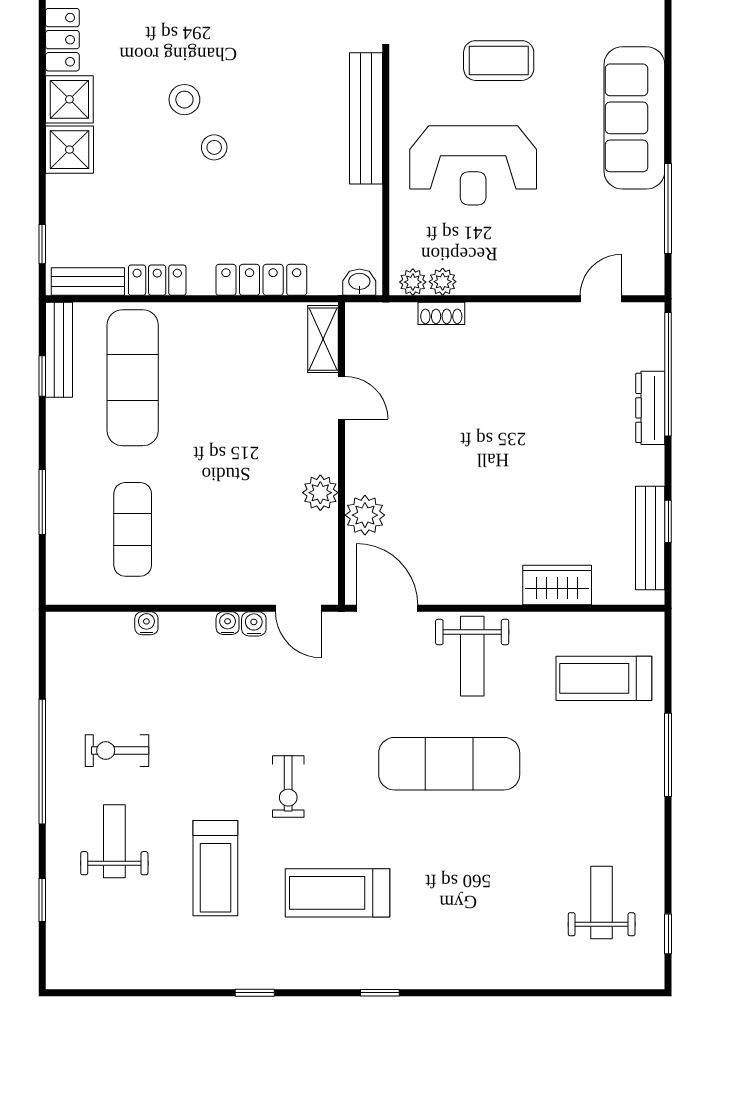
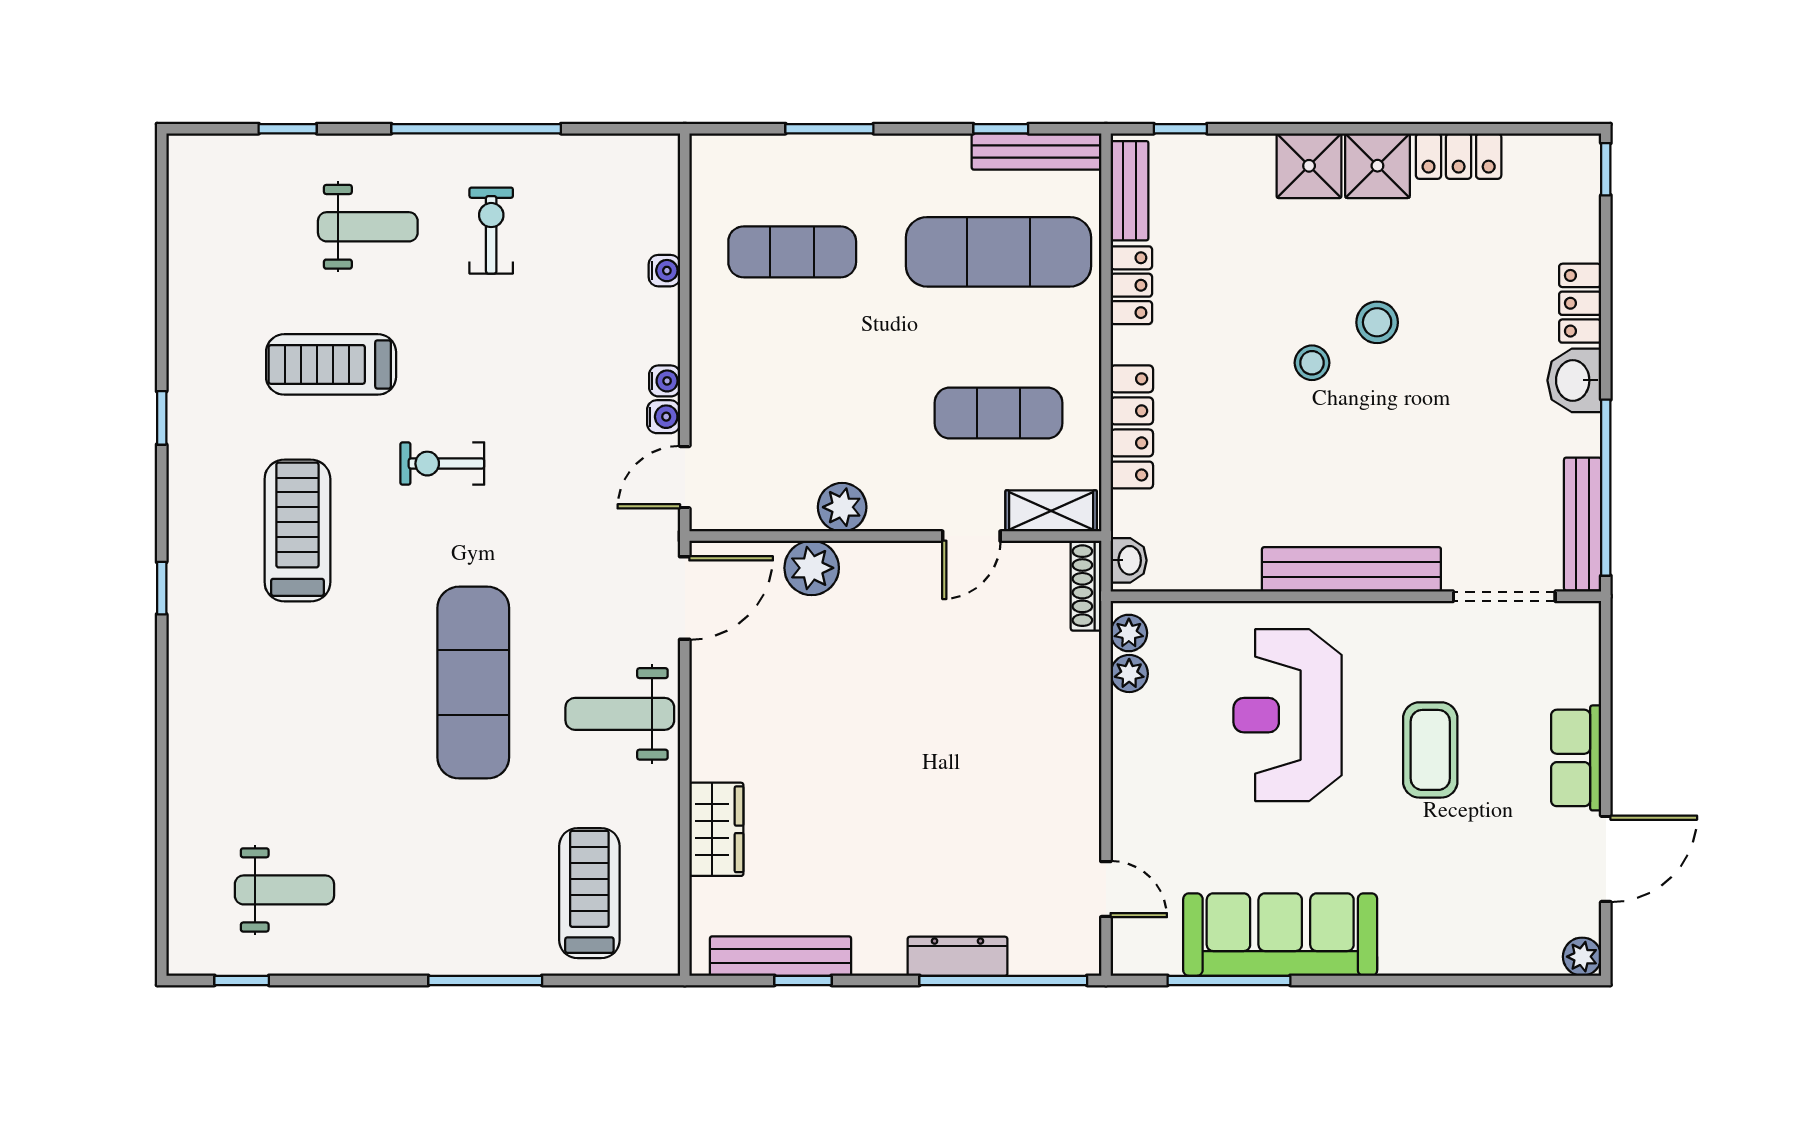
sofa: (634, 118) -> (1280, 935), moved
shoe rack: (441, 313) -> (1086, 586), moved, width x1.43
exercise mat: (251, 378) -> (999, 413), added

